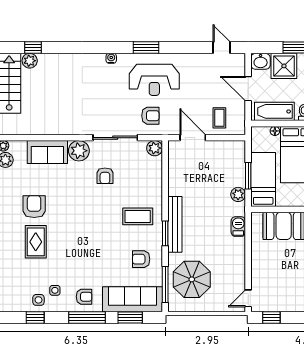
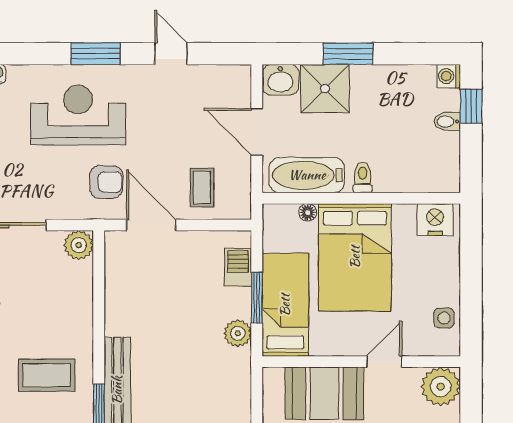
window: (146, 48) -> (96, 54), moved
door: (222, 48) -> (171, 54), moved
reception desk: (154, 80) -> (78, 115), turned 180
armchair: (150, 116) -> (106, 182), moved
barbecue: (238, 227) -> (238, 267), moved

